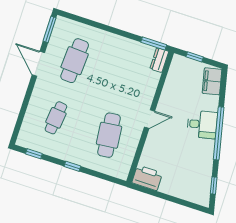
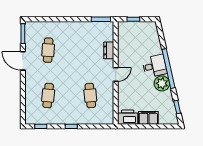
dresser: (159, 60) -> (109, 50), moved
cafe table: (75, 61) -> (48, 50), width x0.73, depth x0.74
filing cabinet: (212, 81) -> (148, 118), moved, turned 103
cafe table: (109, 135) -> (90, 96), width x0.73, depth x0.74
plant: (204, 149) -> (162, 83), added

